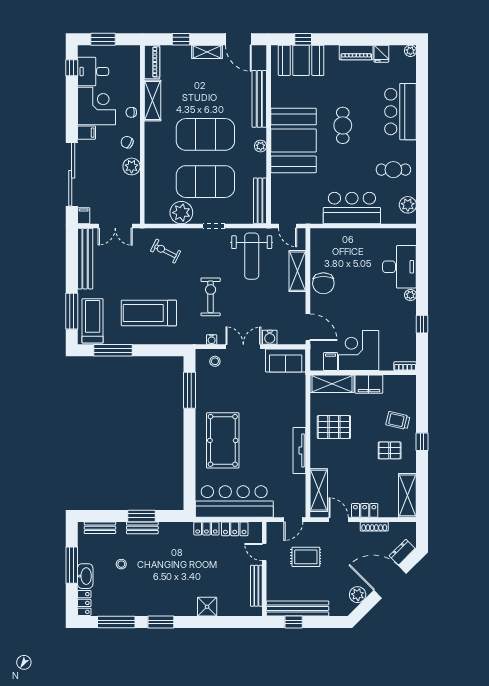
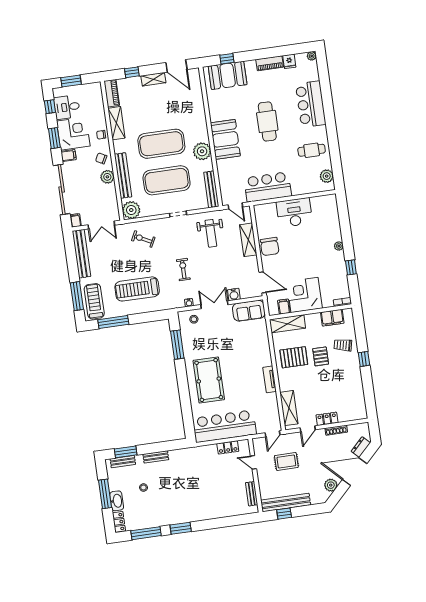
bench: (259, 99) -> (123, 175), moved
window: (72, 108) -> (54, 138), added
cafe table: (343, 125) -> (267, 121), width x1.37, depth x1.35
booth: (293, 140) -> (225, 139), width x0.73, depth x0.70
plant: (261, 146) -> (202, 151), width x1.87, depth x1.87
bar counter: (352, 208) -> (268, 187), moved
plant: (181, 213) -> (131, 210), moved
weight bench: (252, 256) -> (211, 233), width x0.73, depth x0.75
desk: (399, 267) -> (294, 213), moved, turned -90
exercise bike: (211, 297) -> (183, 270), width x0.73, depth x0.72
filing cabinet: (369, 384) -> (332, 318), moved
pallet: (390, 450) -> (321, 356), moved, turned 90
tv unit: (299, 451) -> (270, 379), width x0.71
shelving: (407, 495) -> (359, 402), removed
window: (142, 516) -> (126, 452), moved
door: (339, 520) -> (308, 429), swing flipped
locker: (206, 528) -> (206, 450), removed
bench: (256, 586) -> (252, 494), width x0.73
shower: (207, 607) -> (215, 511), removed

